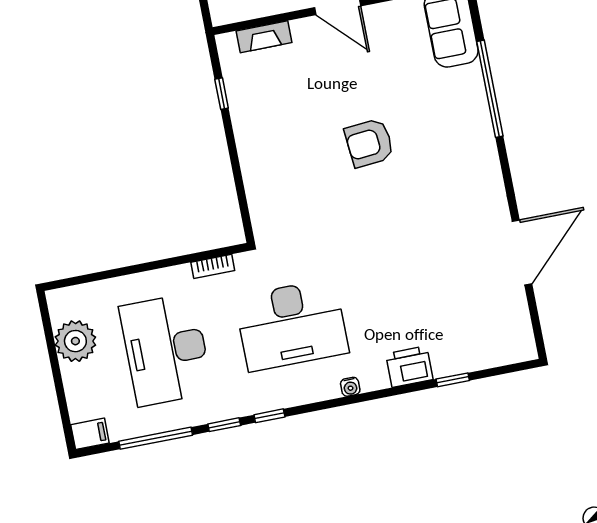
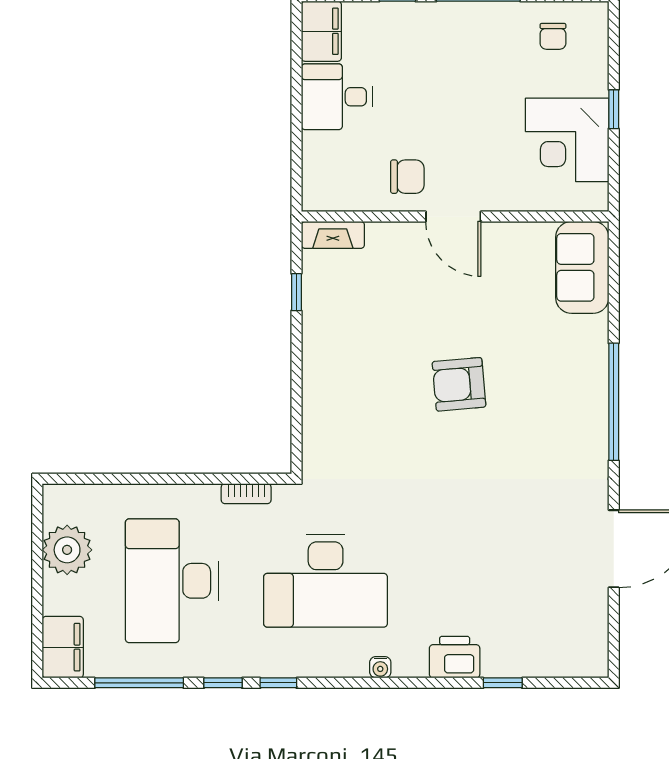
fireplace: (264, 37) -> (333, 235), moved
window: (490, 89) -> (614, 402), moved
filing cabinet: (90, 434) -> (63, 647), width x2.00

